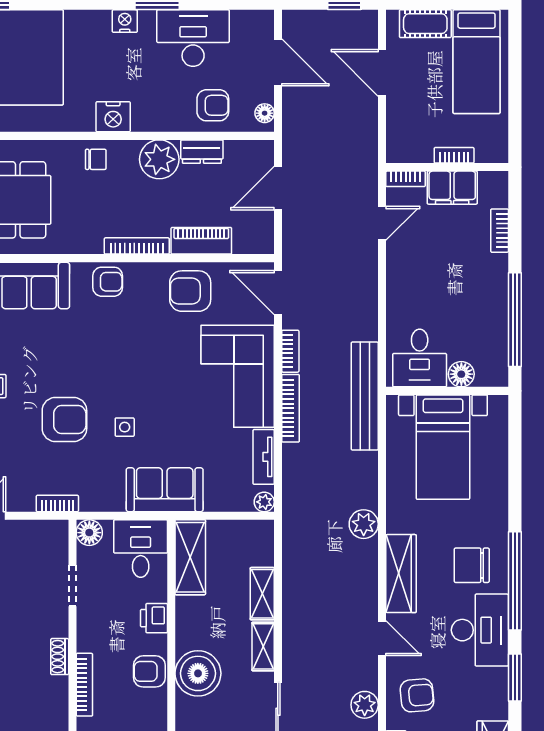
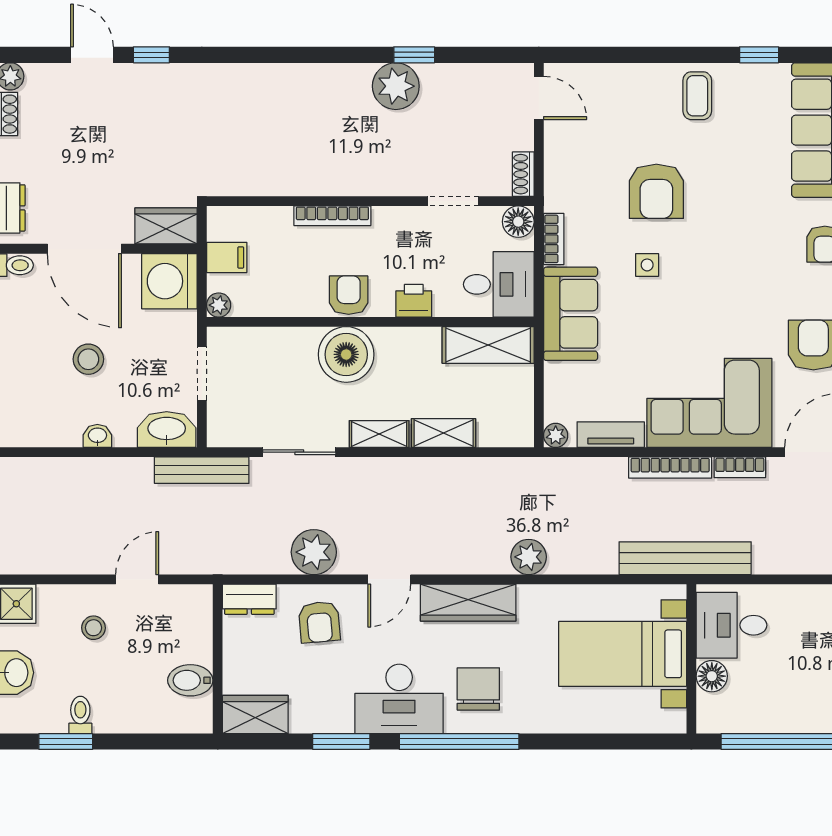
bookcase: (57, 503) -> (554, 239), moved
shoe rack: (60, 657) -> (523, 174), moved, turned -90
plant: (365, 705) -> (314, 552), width x1.36, depth x1.36

